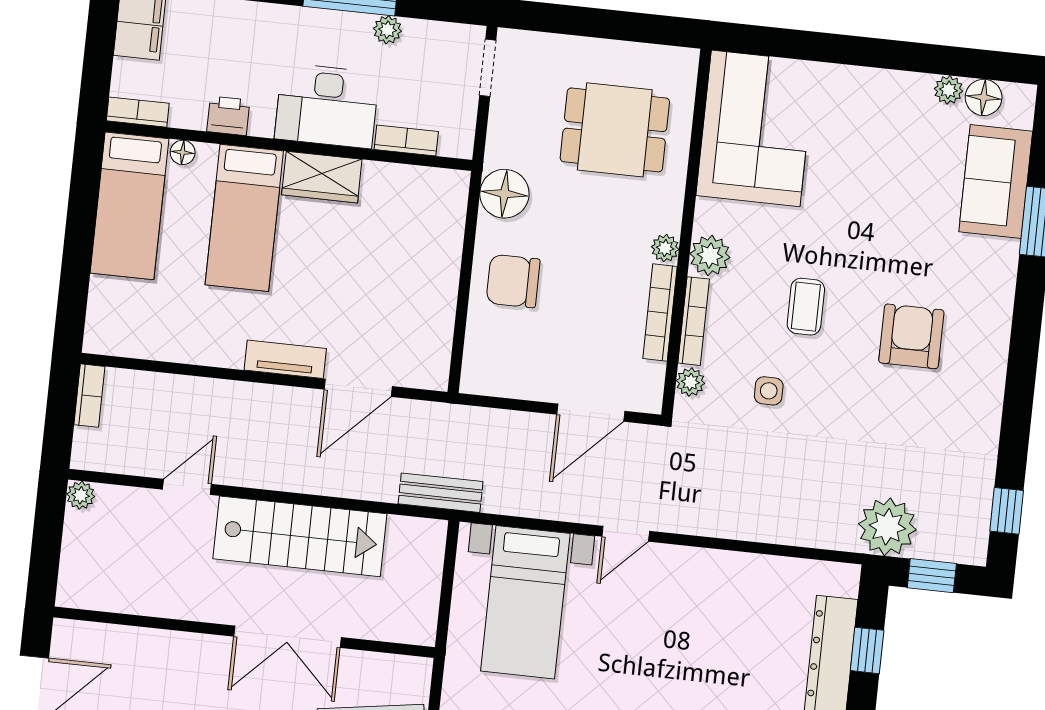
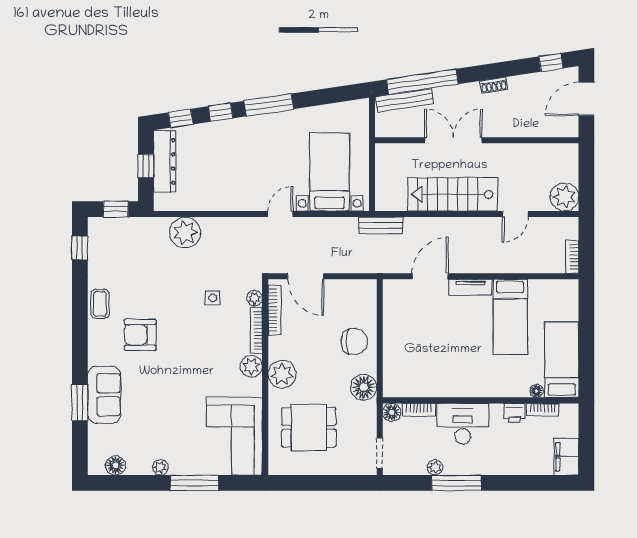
window: (840, 49) -> (194, 483), added
plant: (949, 90) -> (160, 467), moved
bookcase: (138, 112) -> (543, 410), moved
floor lamp: (457, 141) -> (392, 412), added
wardrobe: (322, 177) -> (461, 386), removed
sofa: (996, 181) -> (104, 395), moved
bed: (244, 218) -> (510, 317), moved, turned 180
plant: (665, 248) -> (282, 374), width x1.87, depth x1.87
coffee table: (806, 307) -> (100, 304), moved
bookcase: (660, 312) -> (275, 310), moved
armchair: (911, 336) -> (140, 335), turned 90
door: (591, 413) -> (306, 276), swing flipped
plant: (81, 495) -> (564, 197), width x1.87, depth x1.87
plant: (887, 527) -> (185, 233), moved

